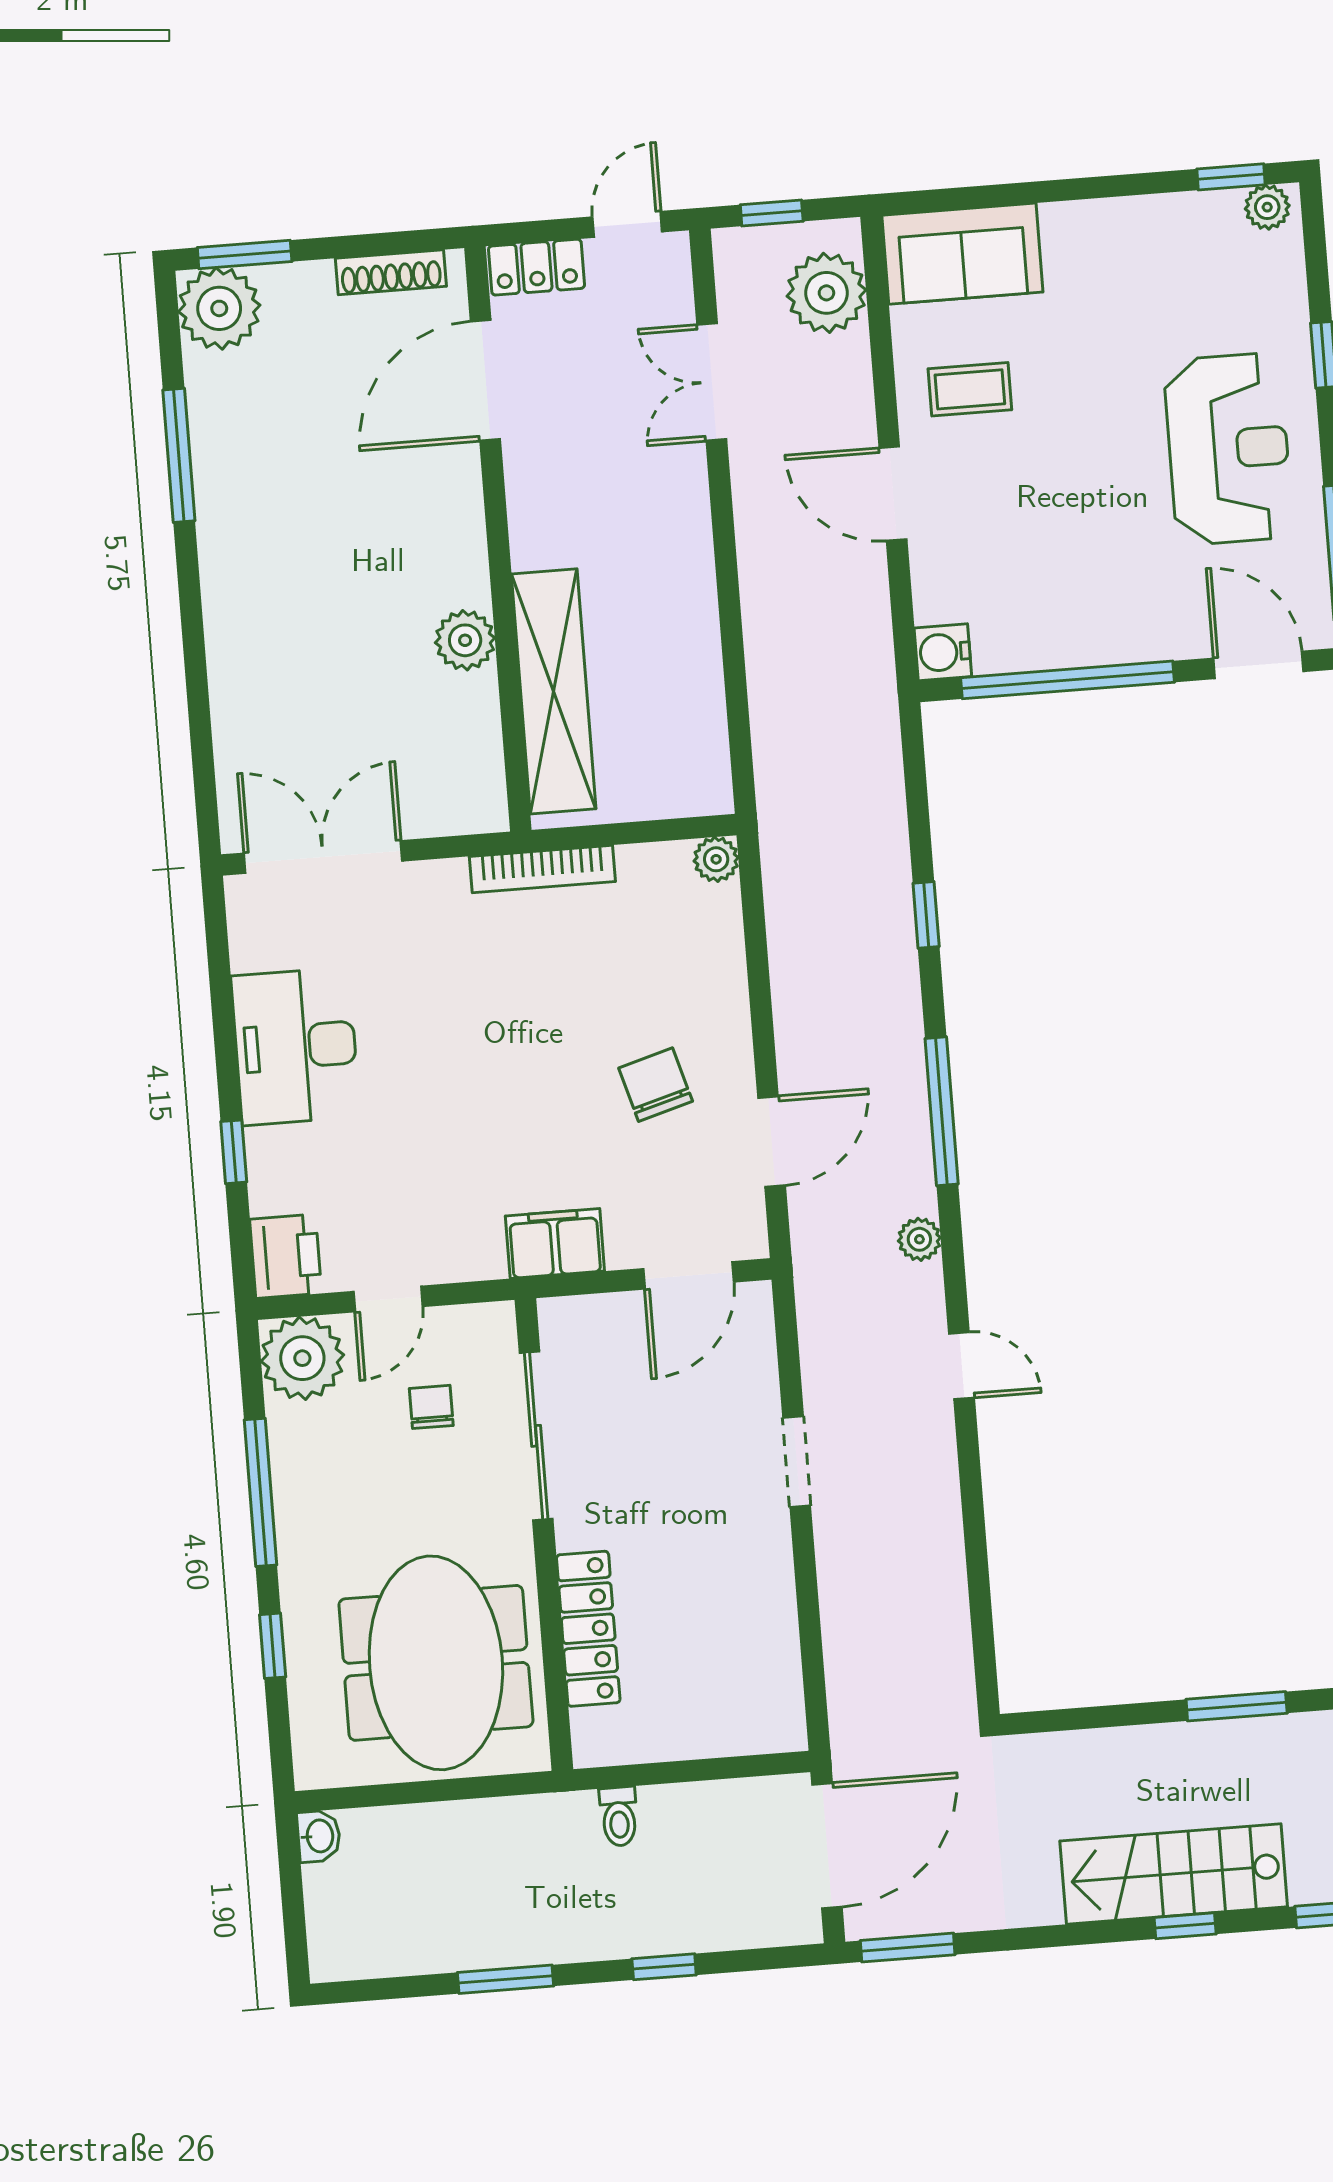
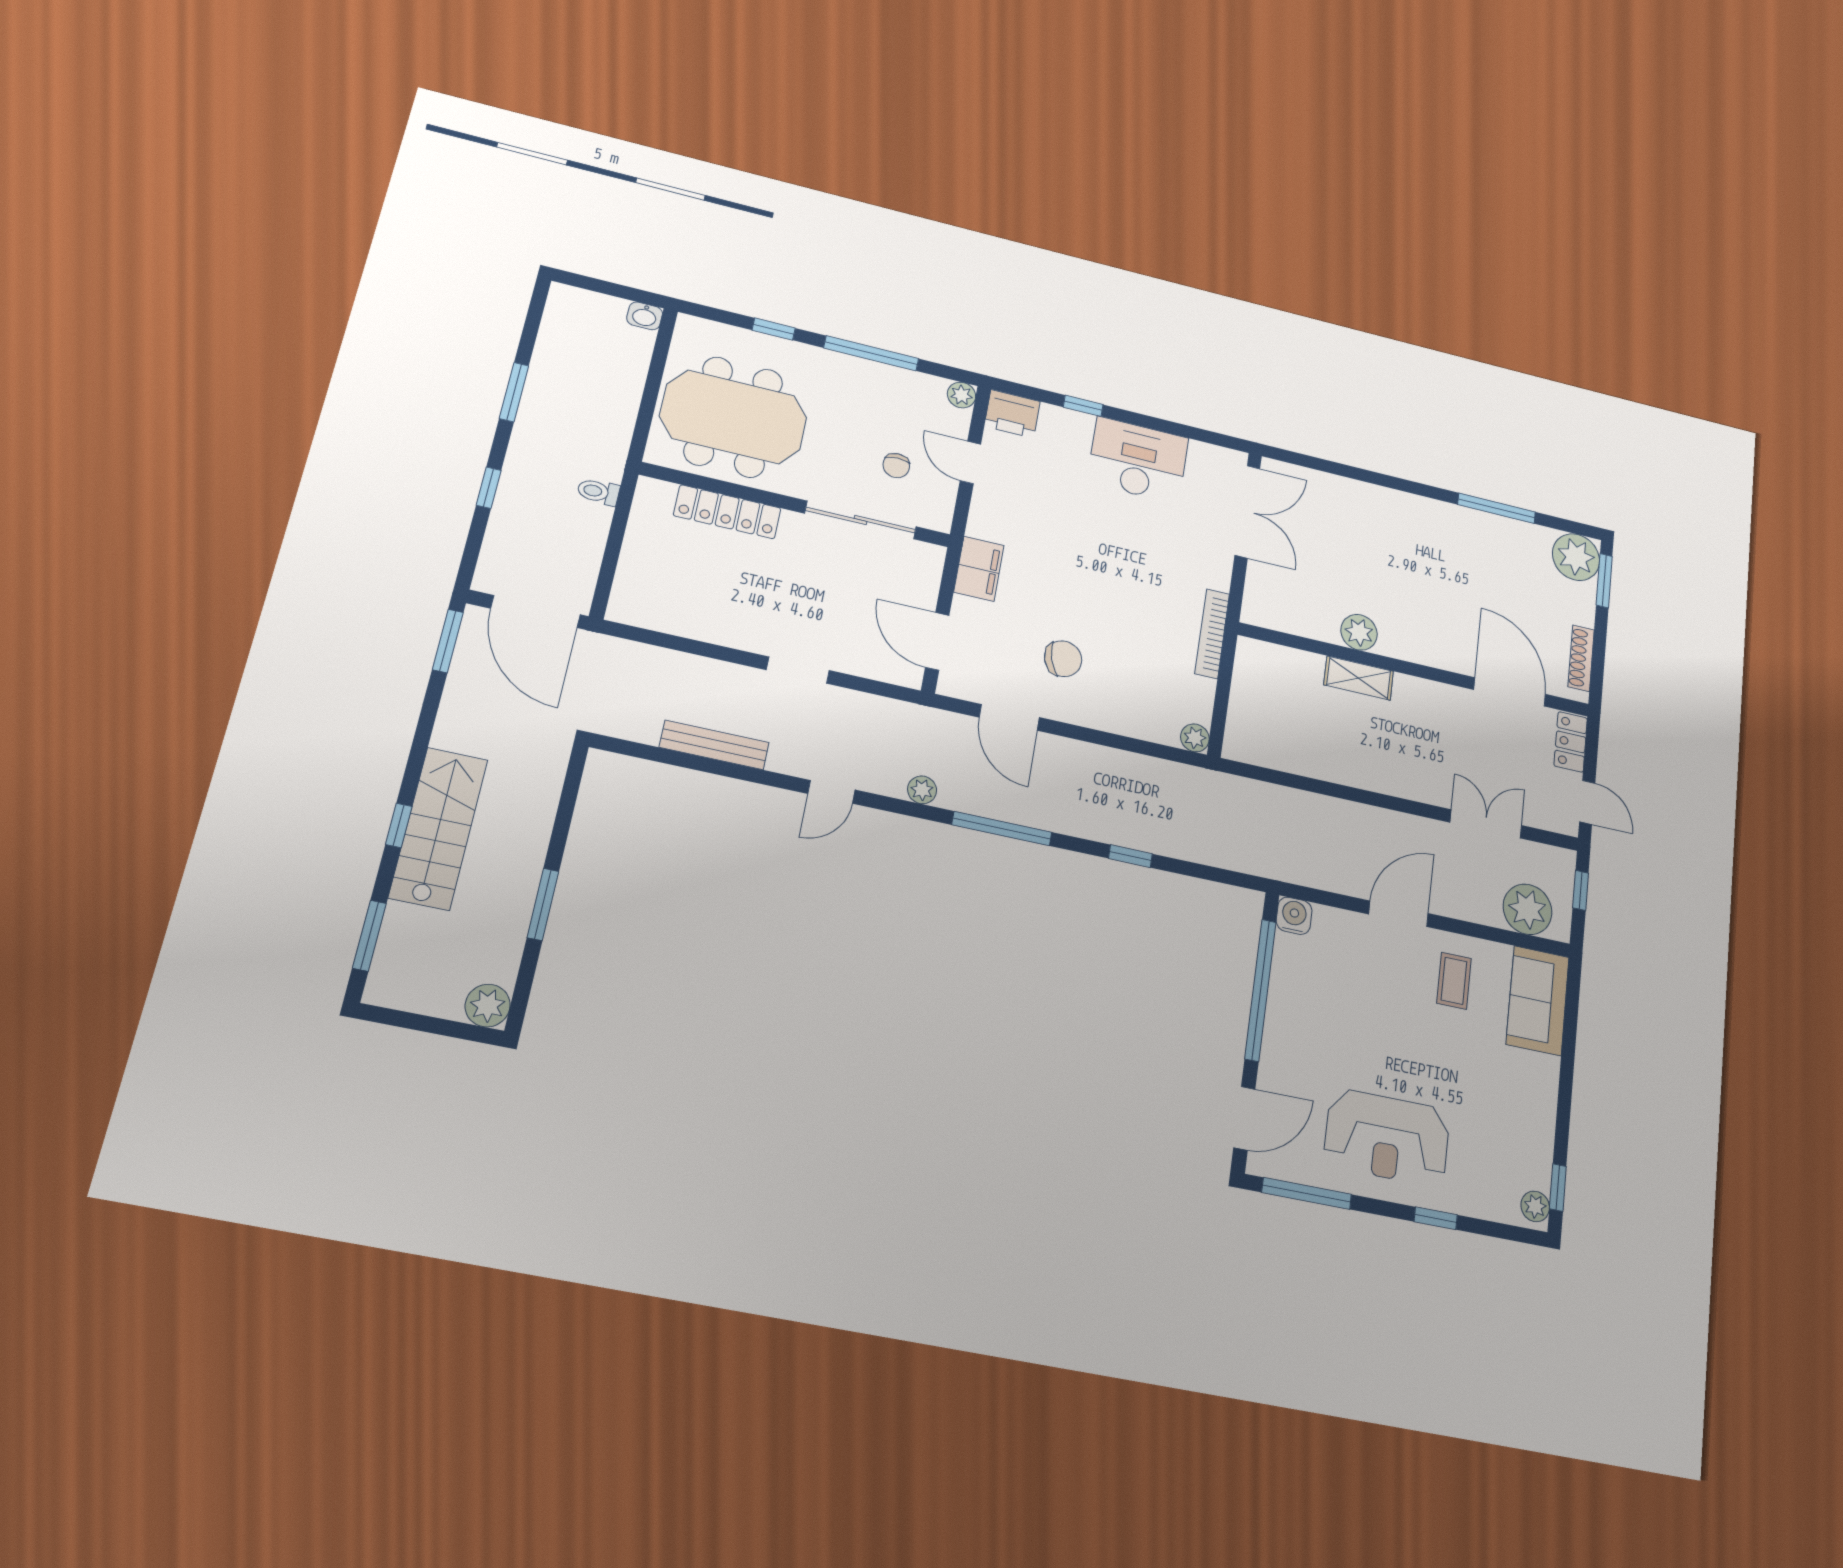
shelving: (554, 691) -> (1359, 678), width x0.45, depth x0.75
plant: (302, 1358) -> (962, 395), width x0.53, depth x0.53
chair: (431, 1407) -> (896, 466), turned 90
bench: (944, 1546) -> (714, 745), added

